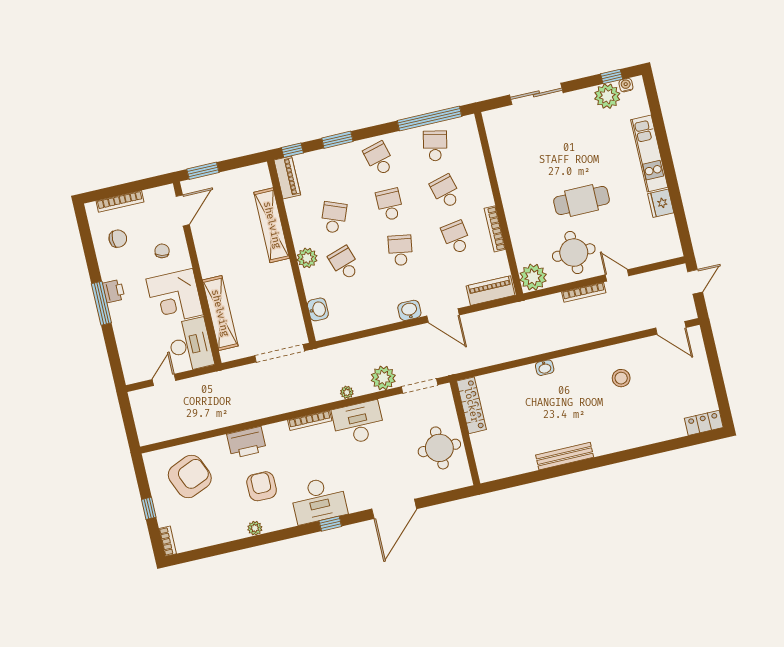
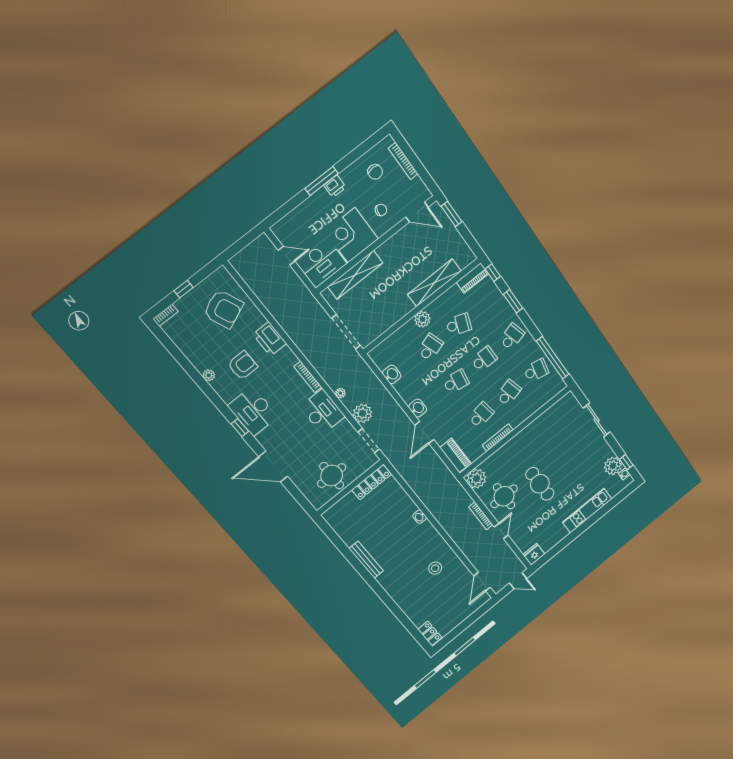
fridge: (661, 203) -> (534, 554), moved
washbasin: (318, 309) -> (392, 374), moved, turned -90

